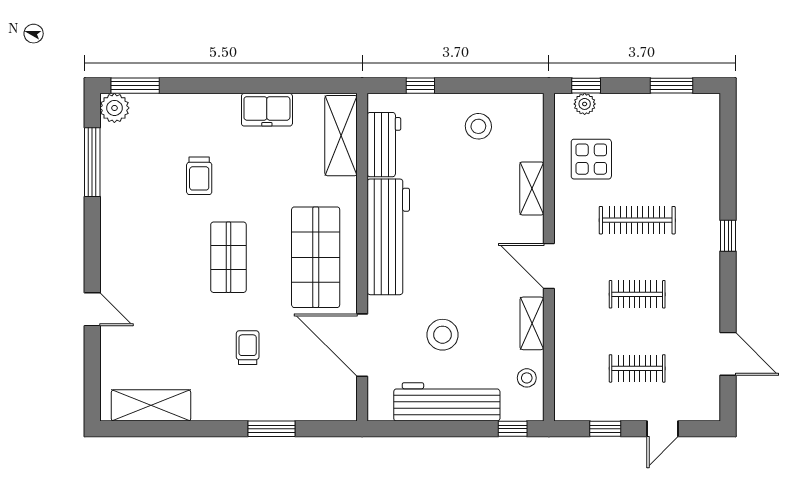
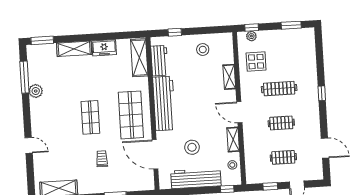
plant: (114, 108) -> (36, 91), moved
shelving: (203, 108) -> (74, 49), added
trolley: (199, 176) -> (75, 80), removed

